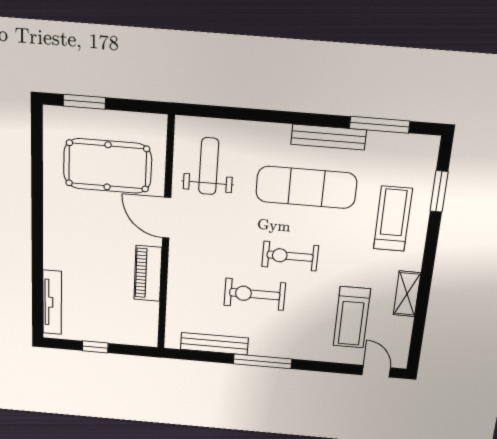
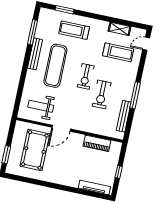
piano: (148, 274) -> (97, 143), moved
shelving: (407, 294) -> (119, 29), moved

